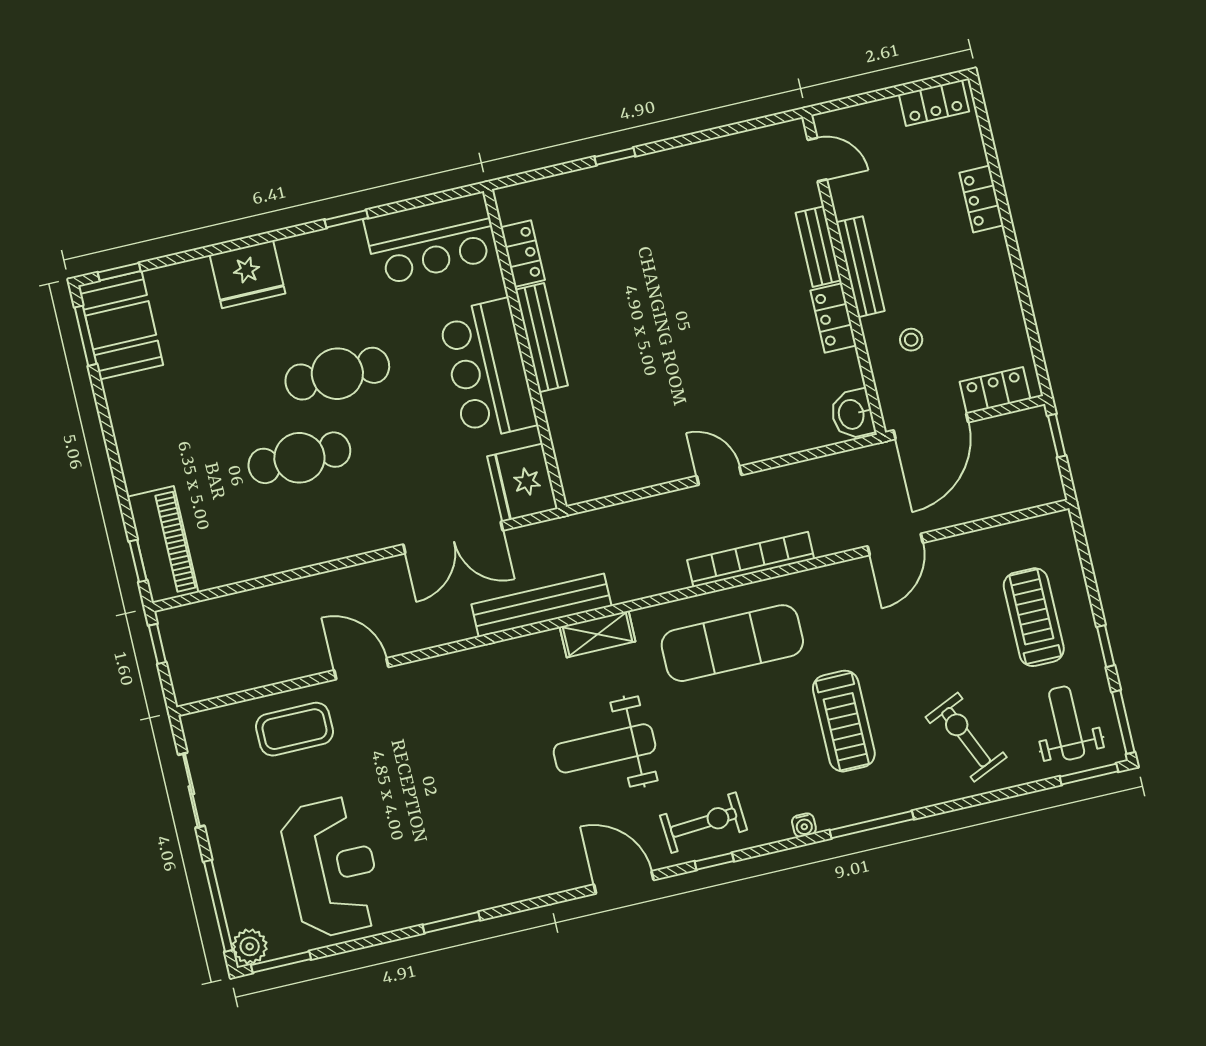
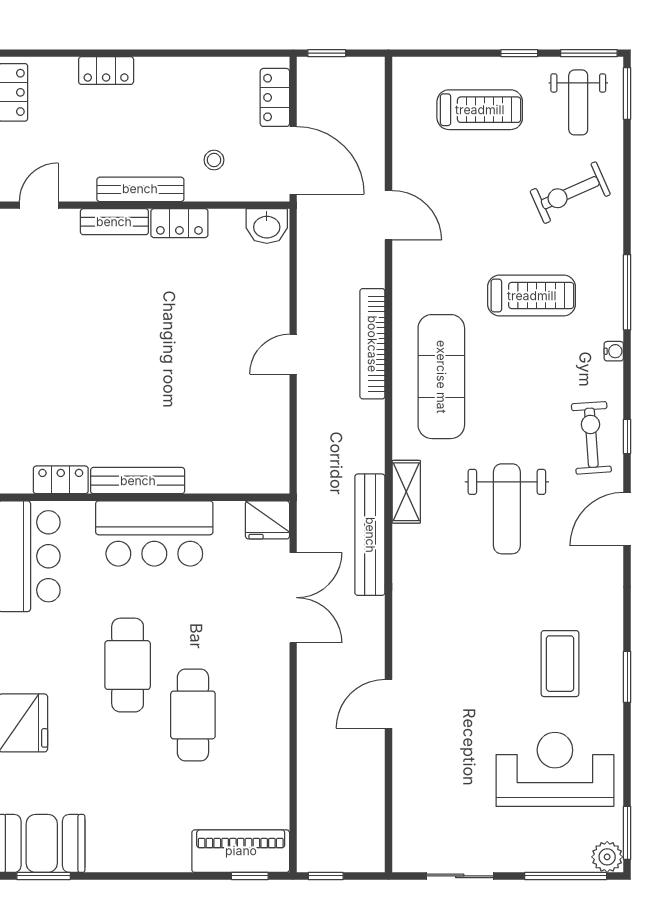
fridge: (522, 483) -> (267, 520), width x0.73, depth x0.75
treadmill: (1034, 617) -> (480, 110), turned 180
weight bench: (1067, 723) -> (578, 102), turned -90
coffee table: (294, 729) -> (560, 664), moved

